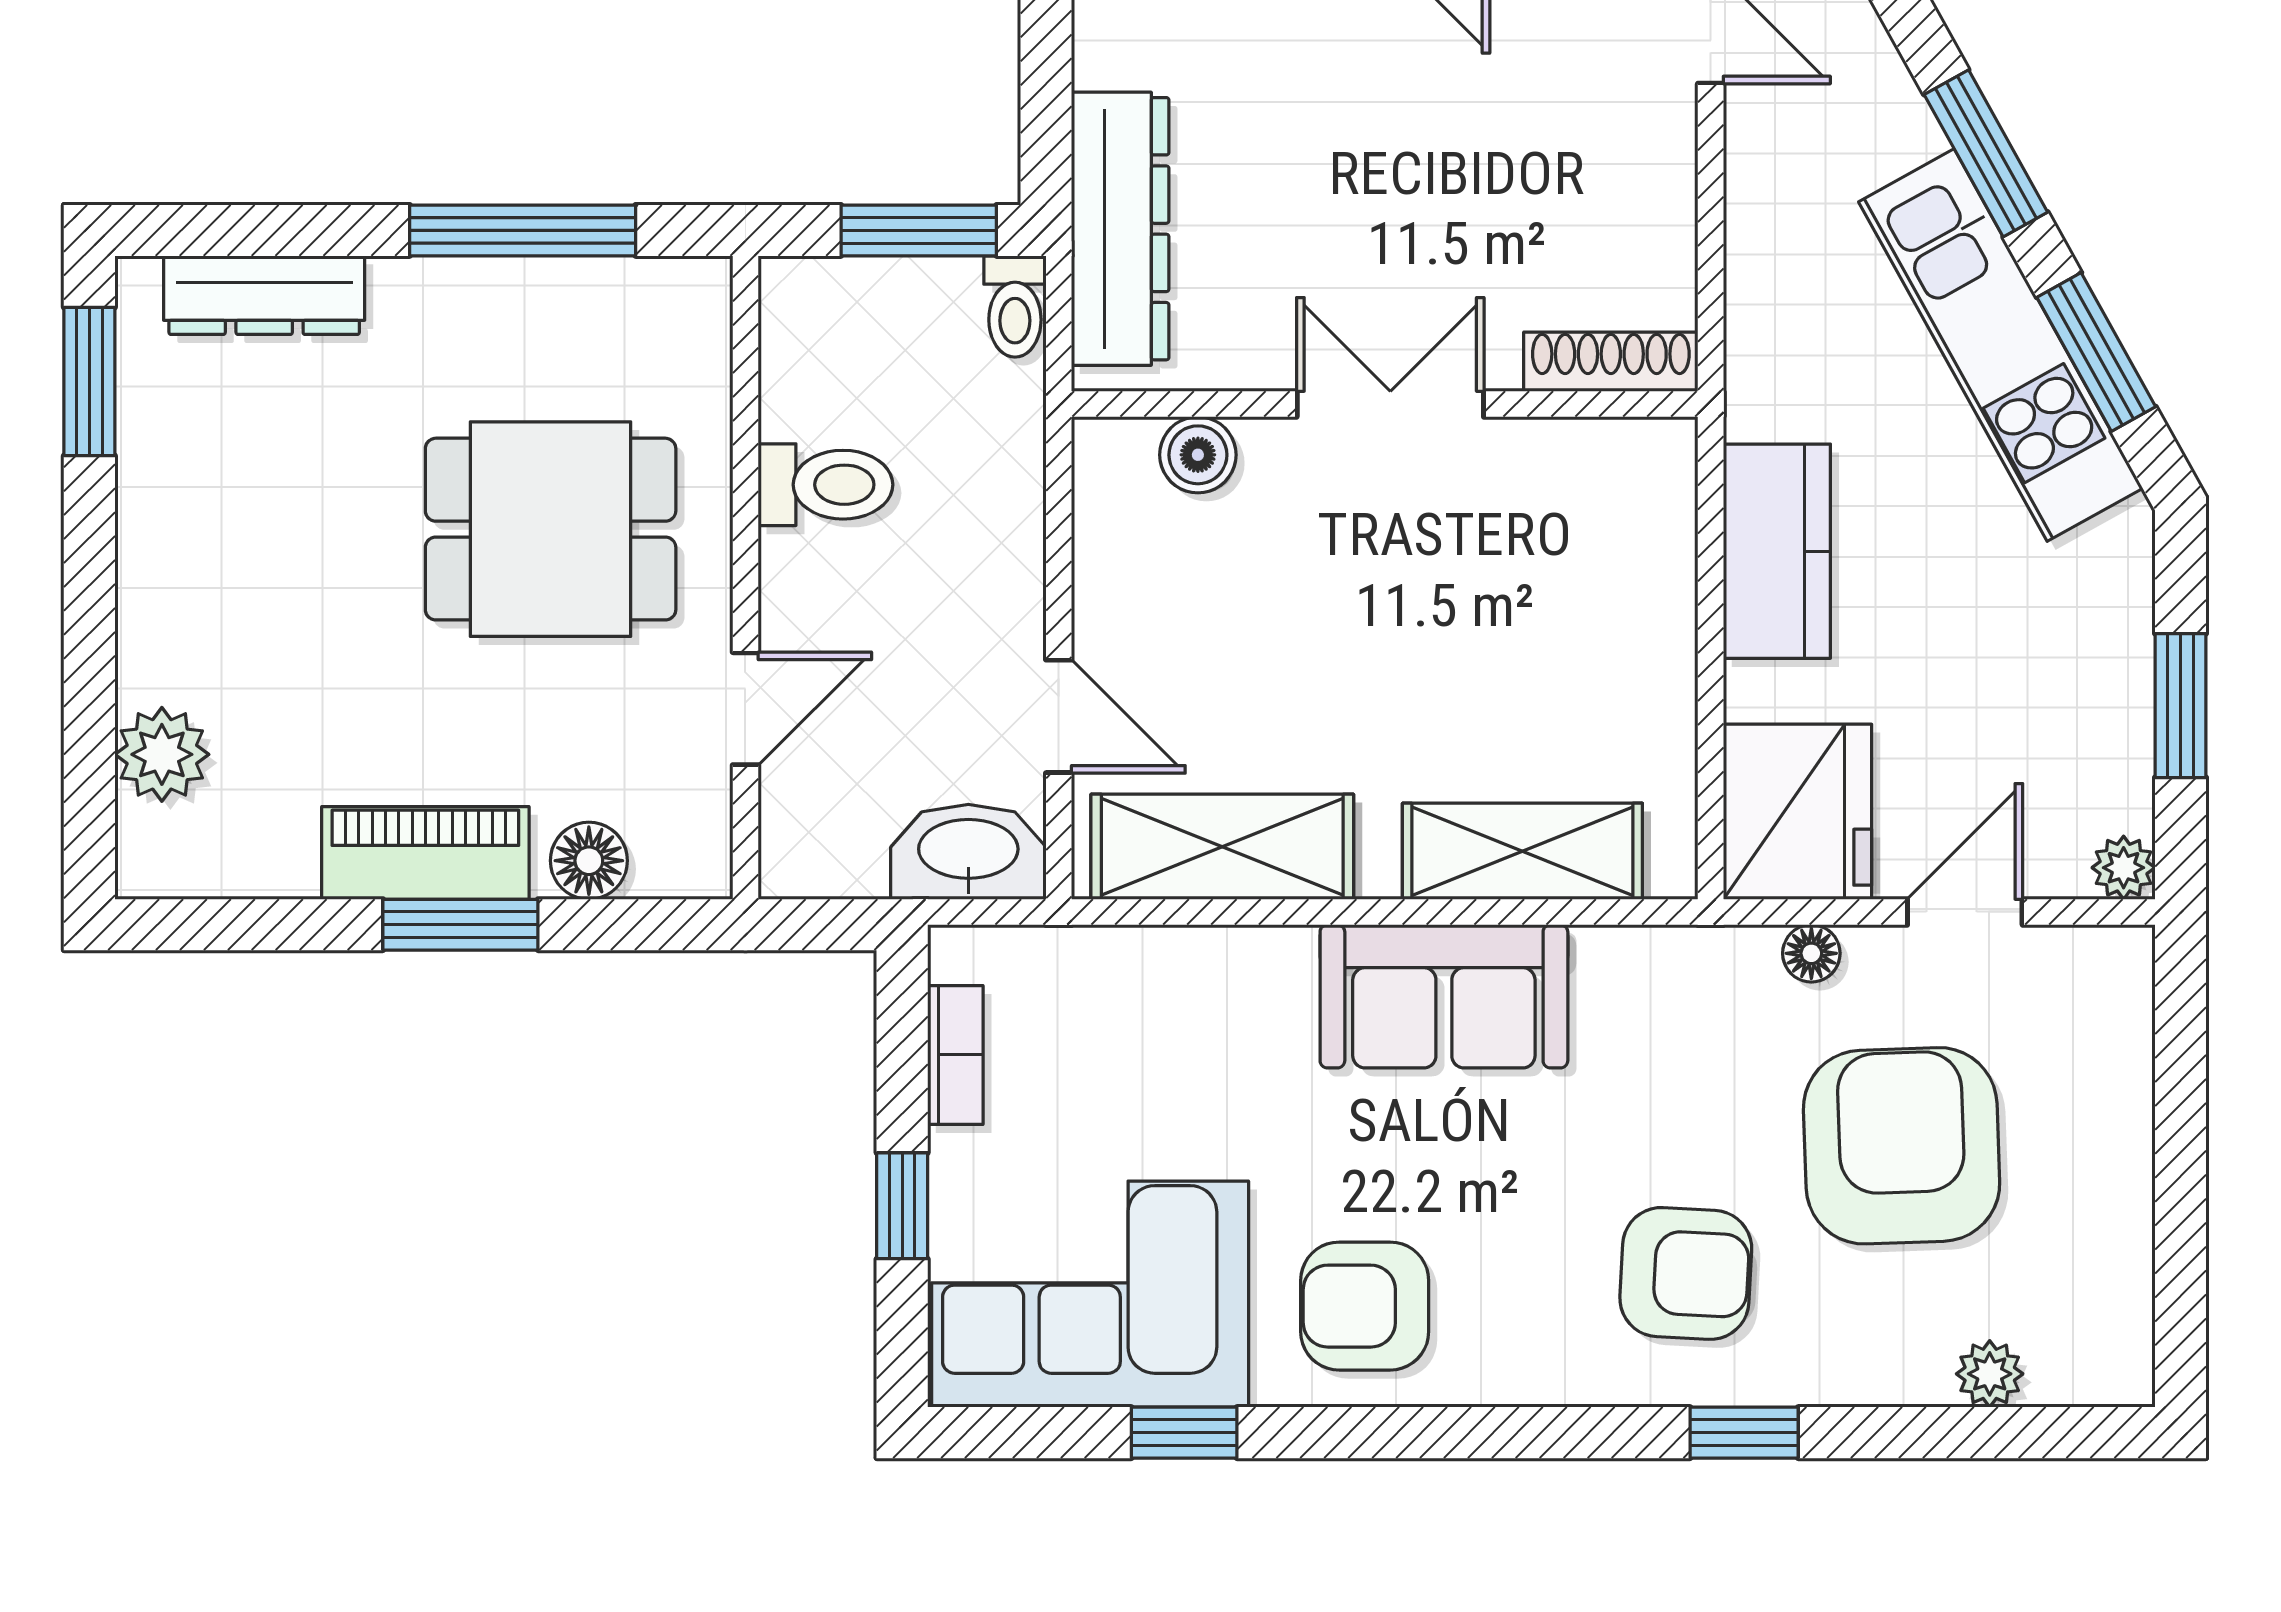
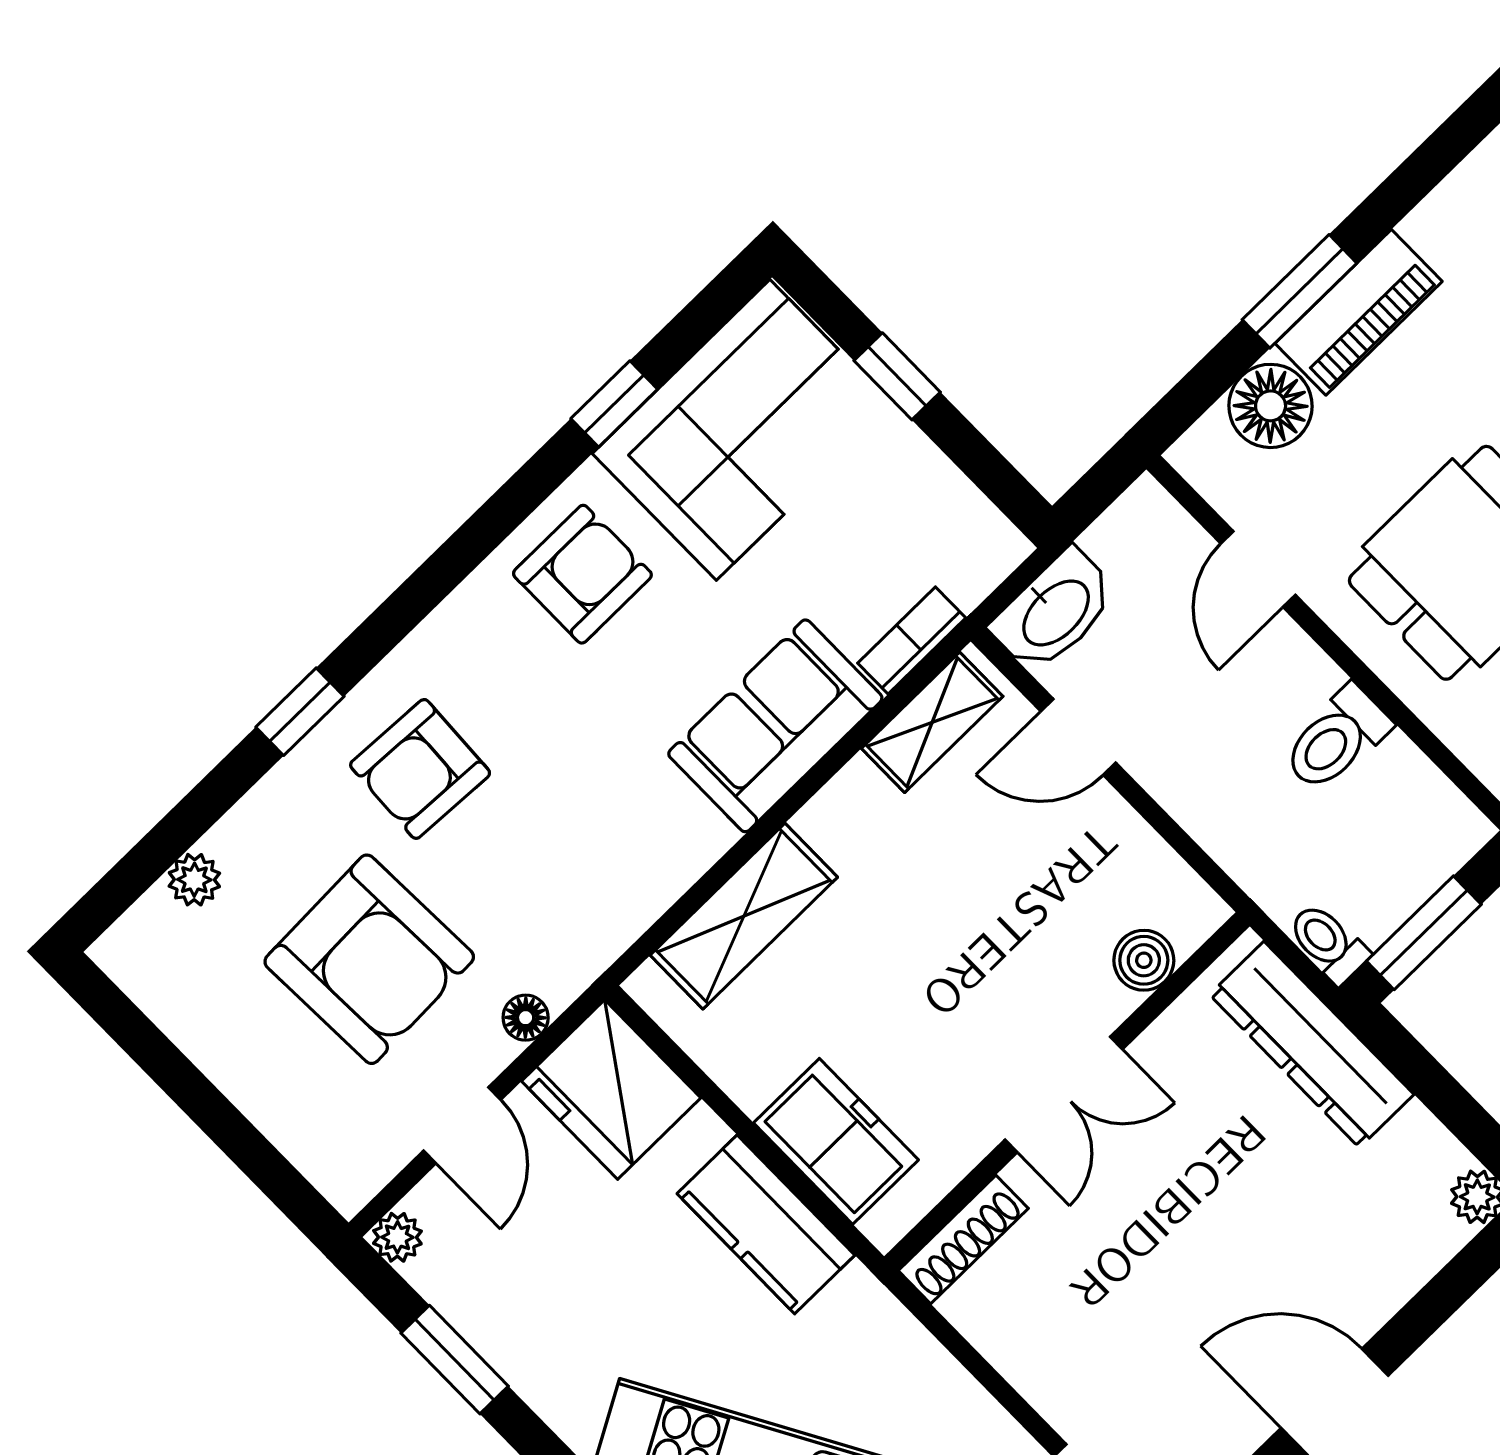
freezer: (1639, 564) -> (836, 1141), added
shelving: (1222, 847) -> (932, 722), width x0.67, depth x0.75
floor lamp: (589, 861) -> (1271, 406), width x1.38, depth x1.38
sofa: (1444, 996) -> (775, 726), moved
bookcase: (955, 1055) -> (912, 641), moved, turned 90

